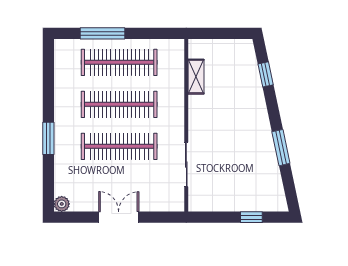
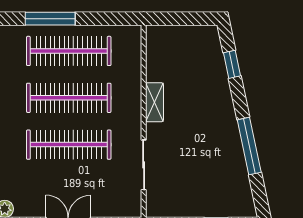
shelving: (196, 77) -> (154, 102), moved
window: (281, 148) -> (249, 146), width x1.44

